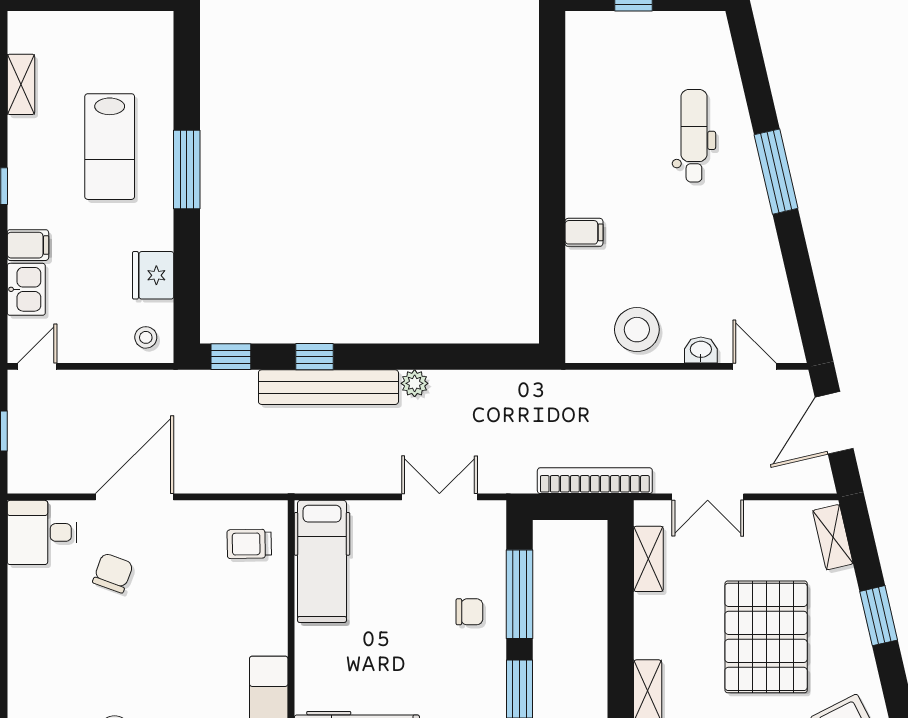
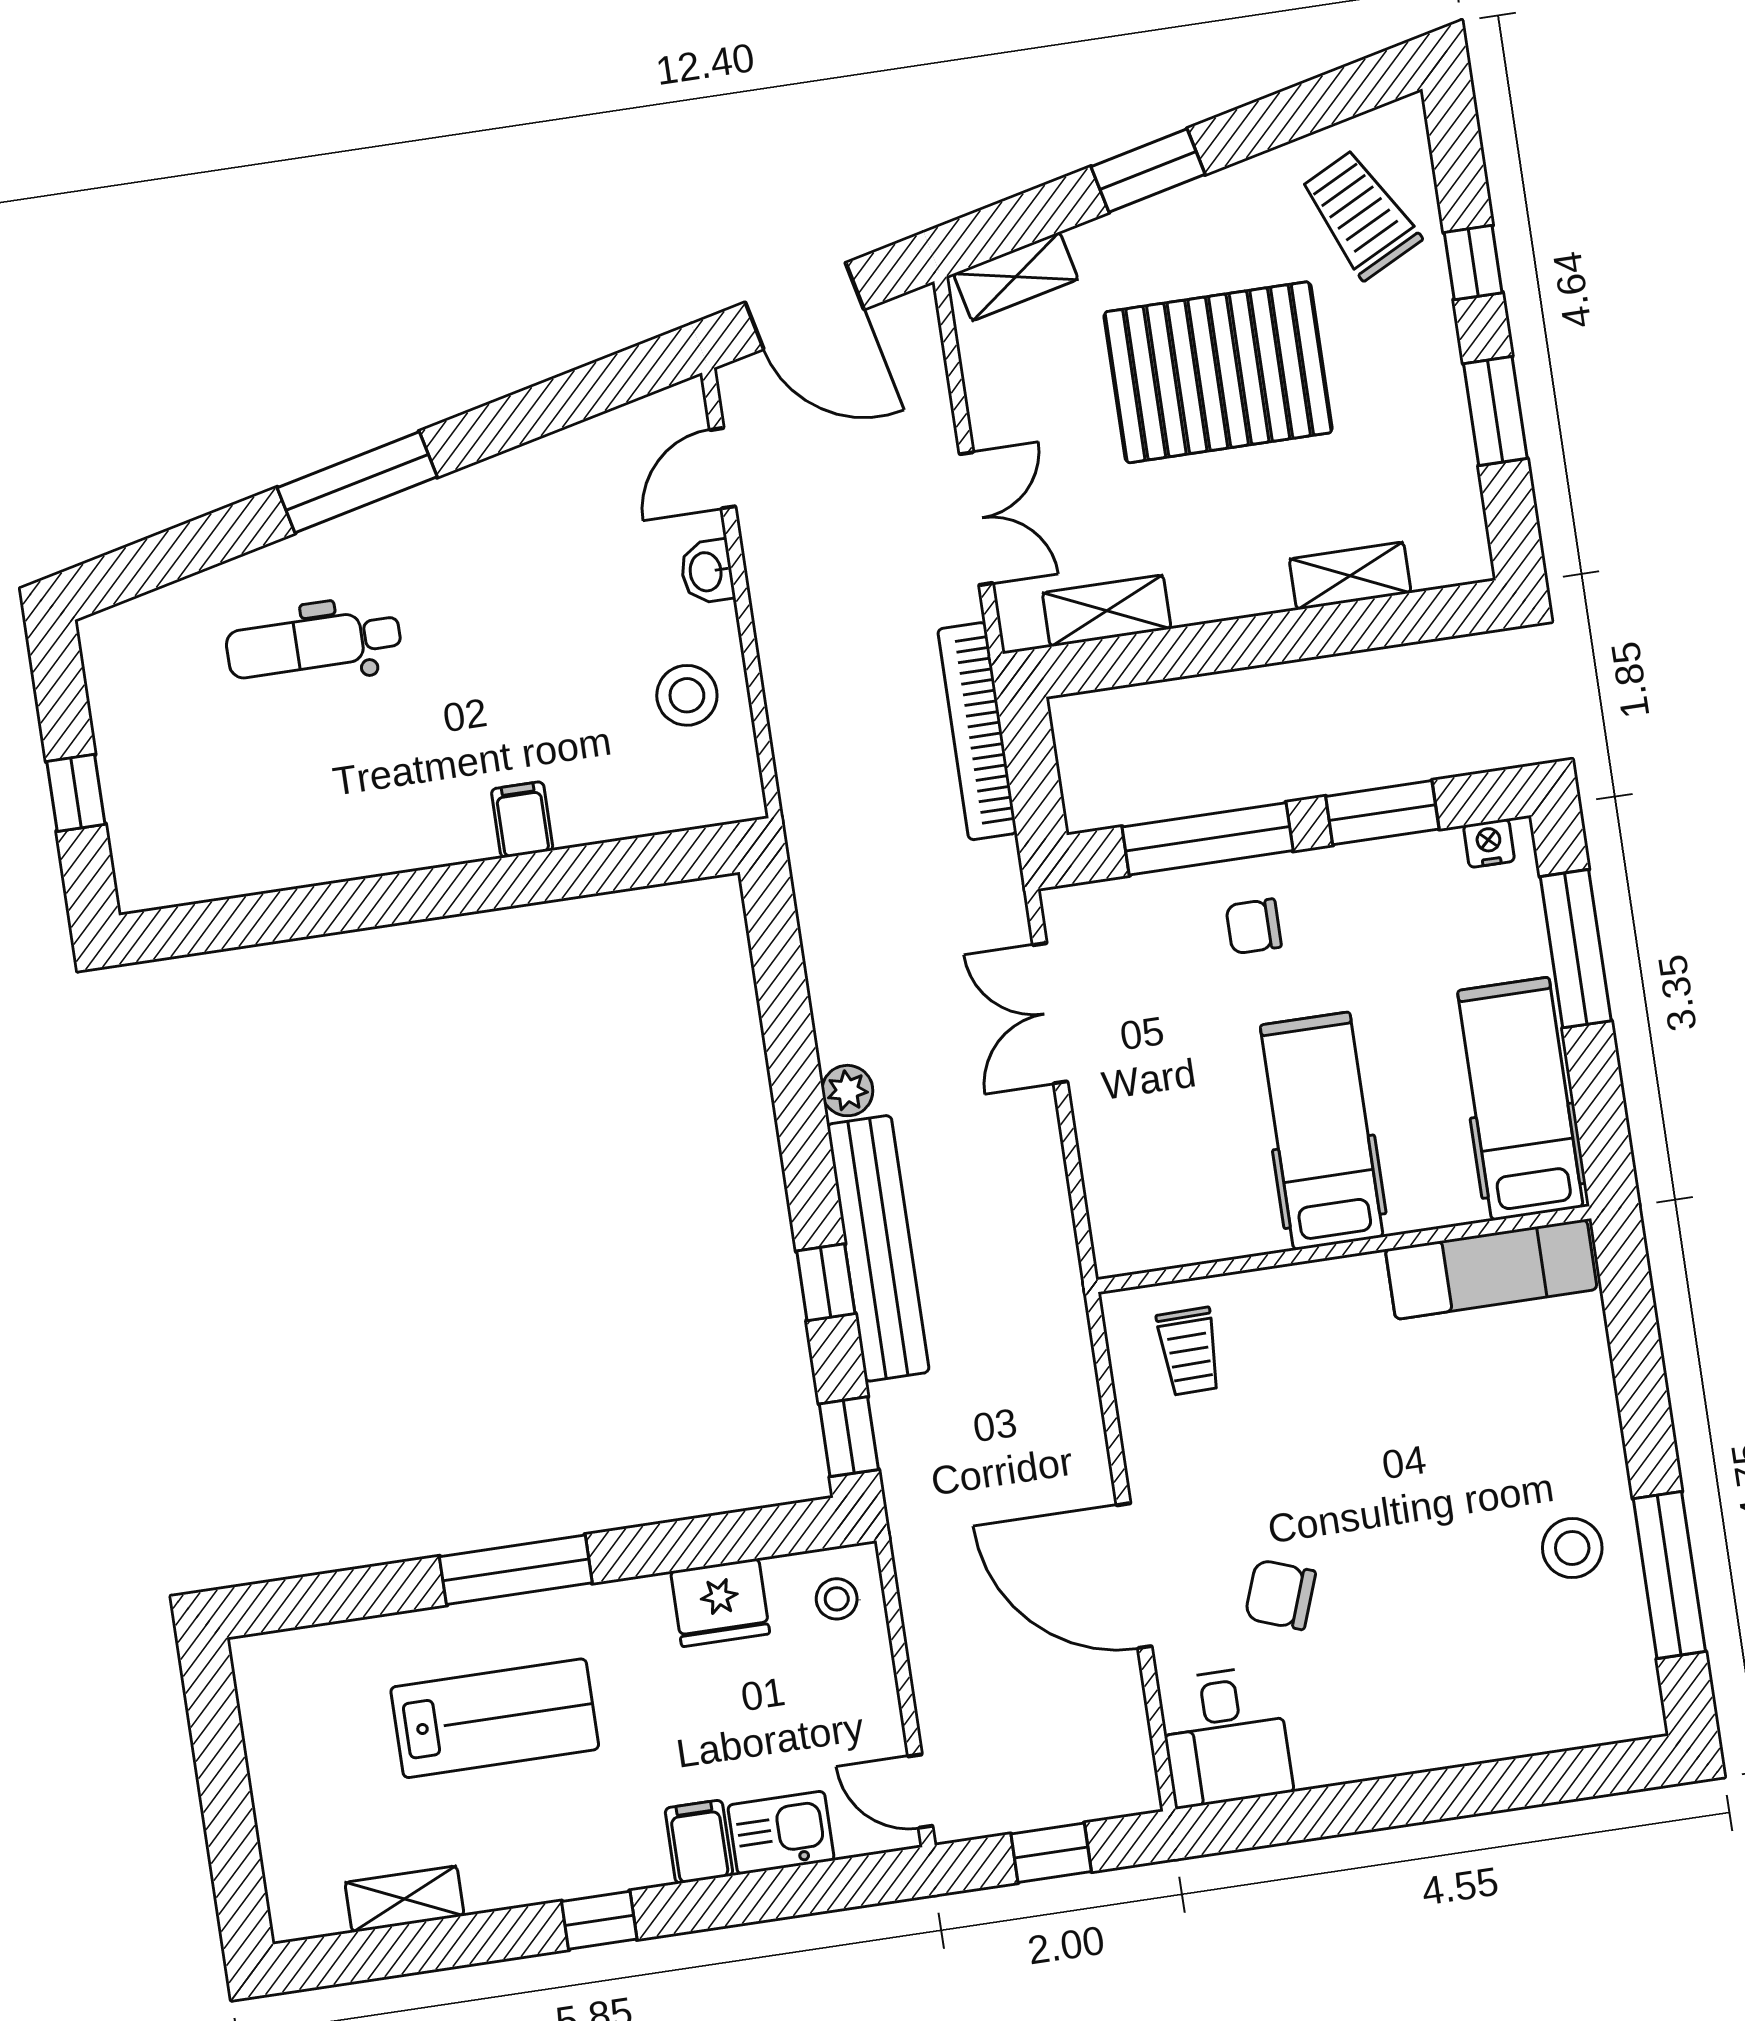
stool: (637, 330) -> (687, 695), width x0.73, depth x0.73
hospital bed: (322, 561) -> (1322, 1131), moved, turned -90
chair: (469, 612) -> (1254, 926), turned -90

